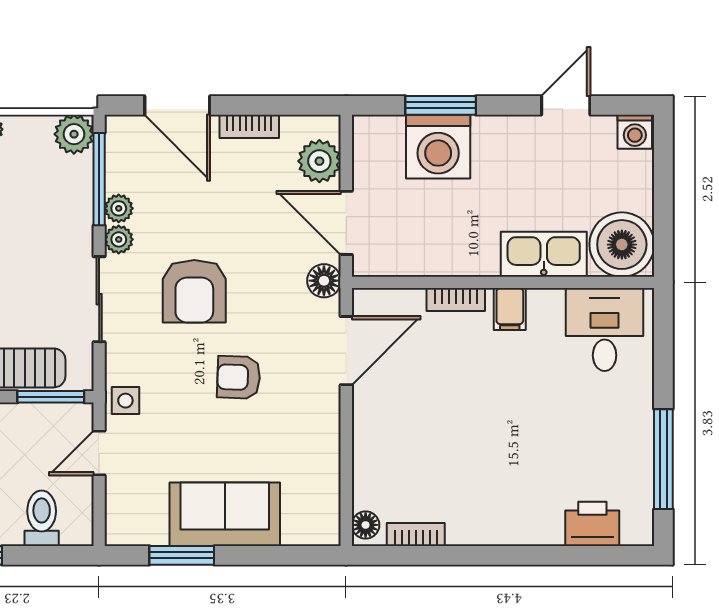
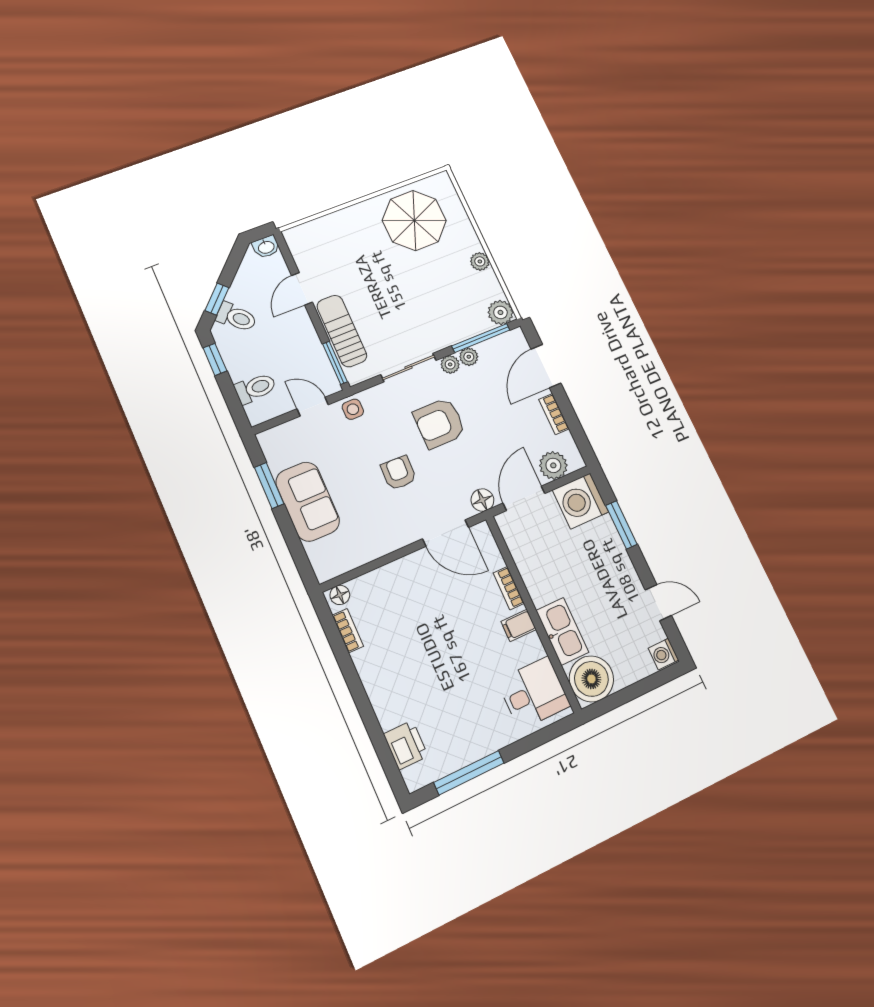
washing machine: (438, 147) -> (580, 501), moved

